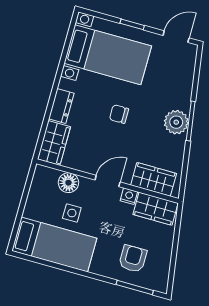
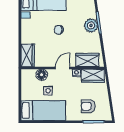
dresser: (61, 106) -> (26, 34), removed
armchair: (133, 259) -> (88, 106), turned -90

